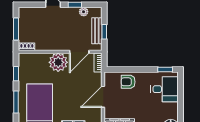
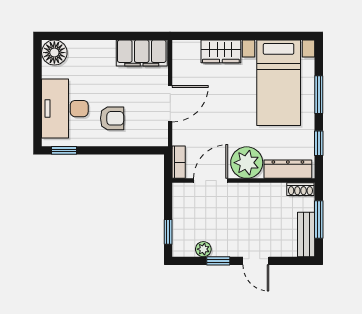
bench: (97, 31) -> (306, 234), moved
window: (104, 32) -> (168, 232), moved
dresser: (34, 58) -> (288, 169), added
armchair: (128, 82) -> (112, 118), moved
desk: (165, 89) -> (65, 109), width x1.37

